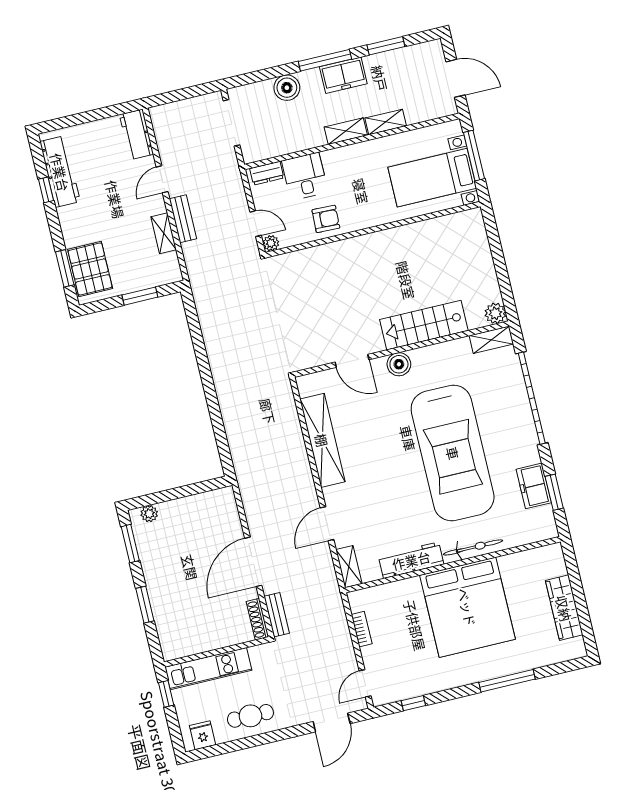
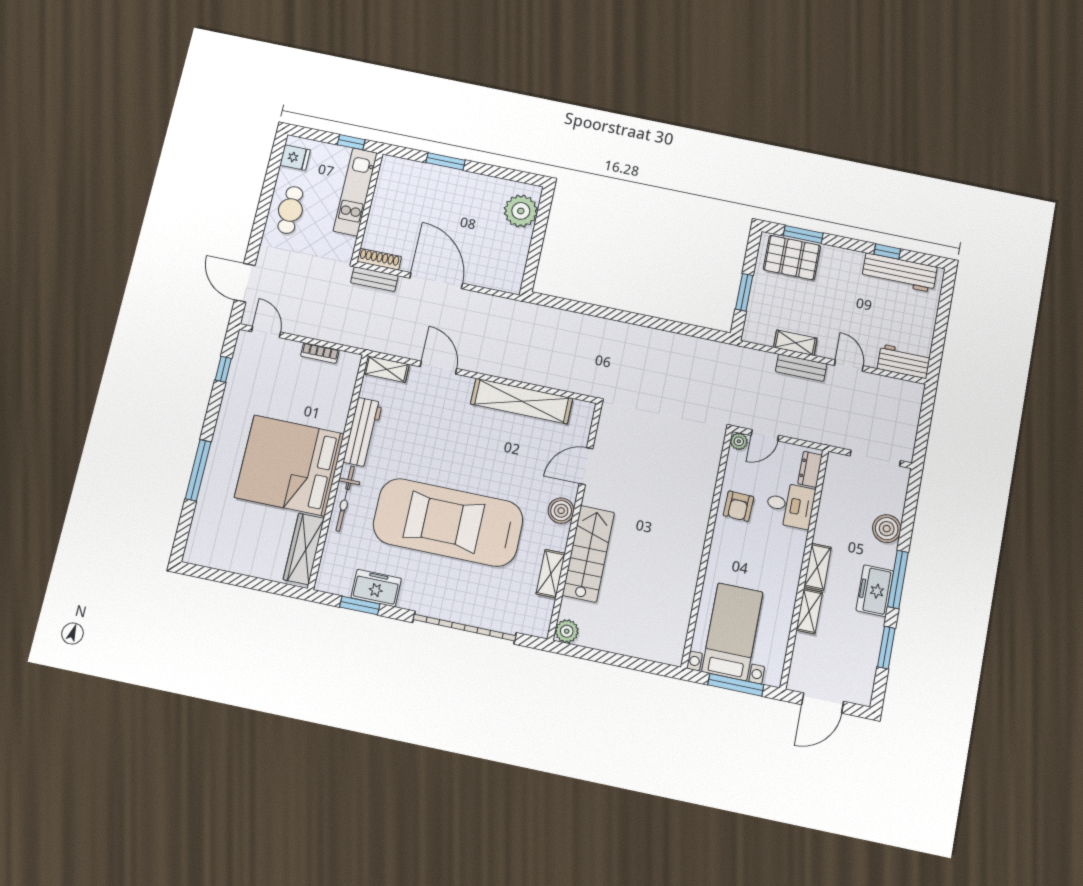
shelving: (491, 340) -> (551, 574), moved
plant: (149, 514) -> (521, 211), width x1.88, depth x1.88
window: (130, 544) -> (510, 175), removed
wardrobe: (564, 608) -> (304, 549), moved, turned -90

